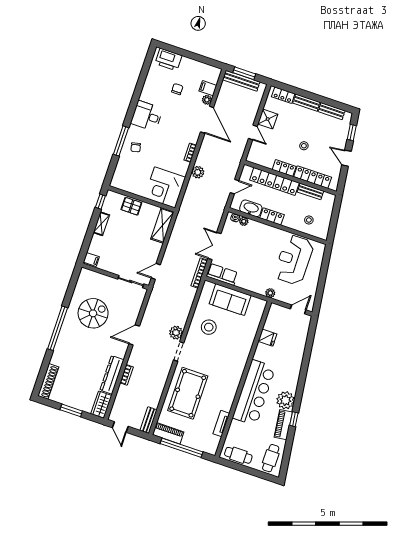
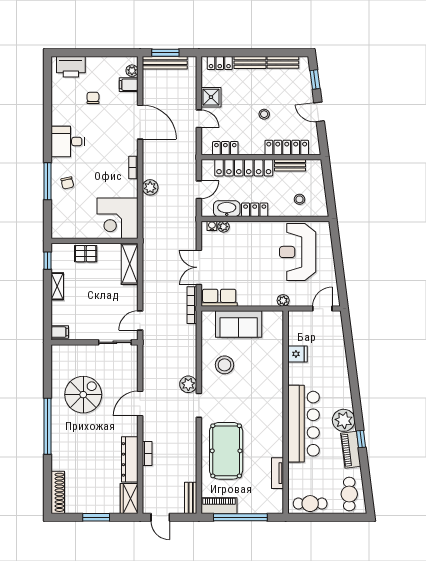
plant: (207, 100) -> (132, 71), moved
locker: (284, 168) -> (225, 148), moved

